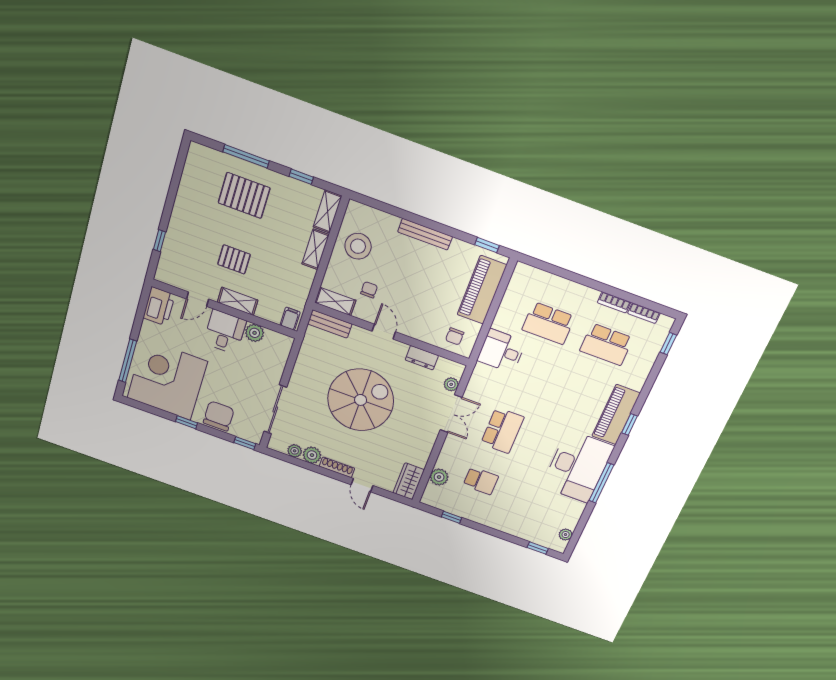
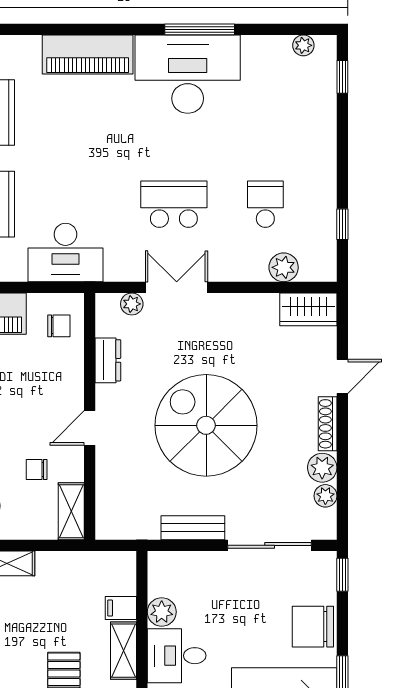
filing cabinet: (290, 319) -> (121, 608), moved
bench: (330, 324) -> (193, 528), moved, turned 90
desk: (501, 351) -> (65, 253), width x1.37
window: (629, 425) -> (95, 29), removed

